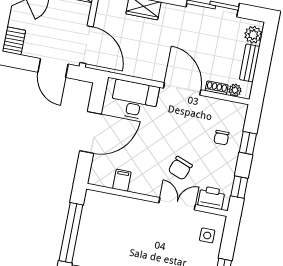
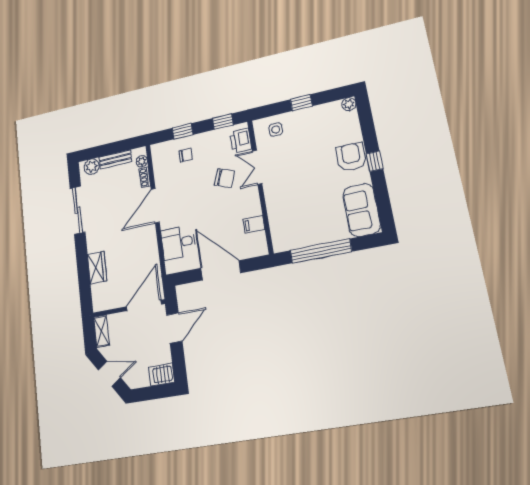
desk: (135, 100) -> (178, 243), width x0.73

